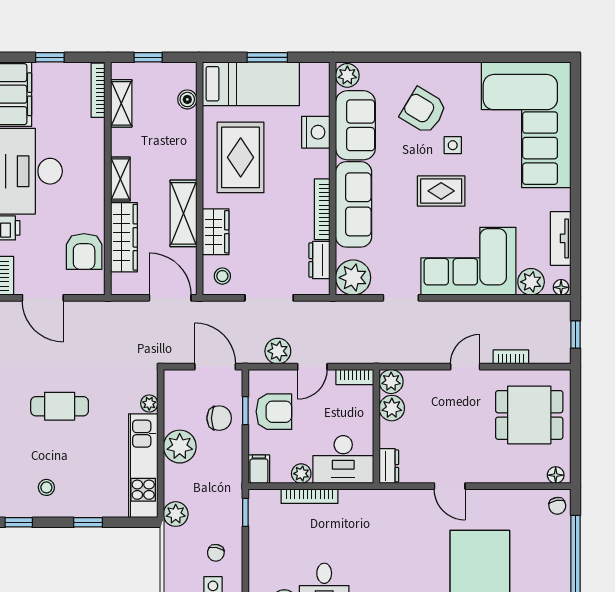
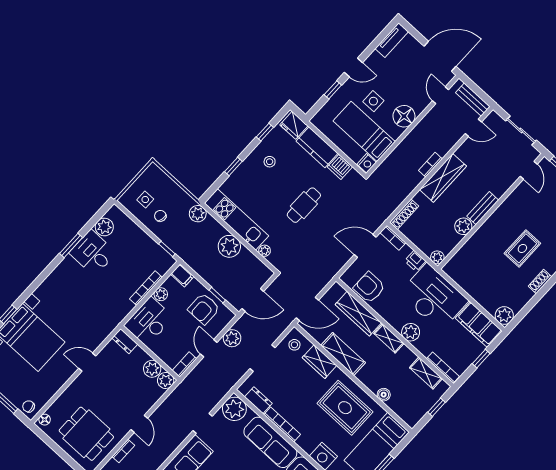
boiler: (187, 99) -> (384, 395), moved
plant: (92, 161) -> (411, 332), added
dining table: (529, 415) -> (86, 434), turned 90
chair: (219, 418) -> (226, 279), removed

